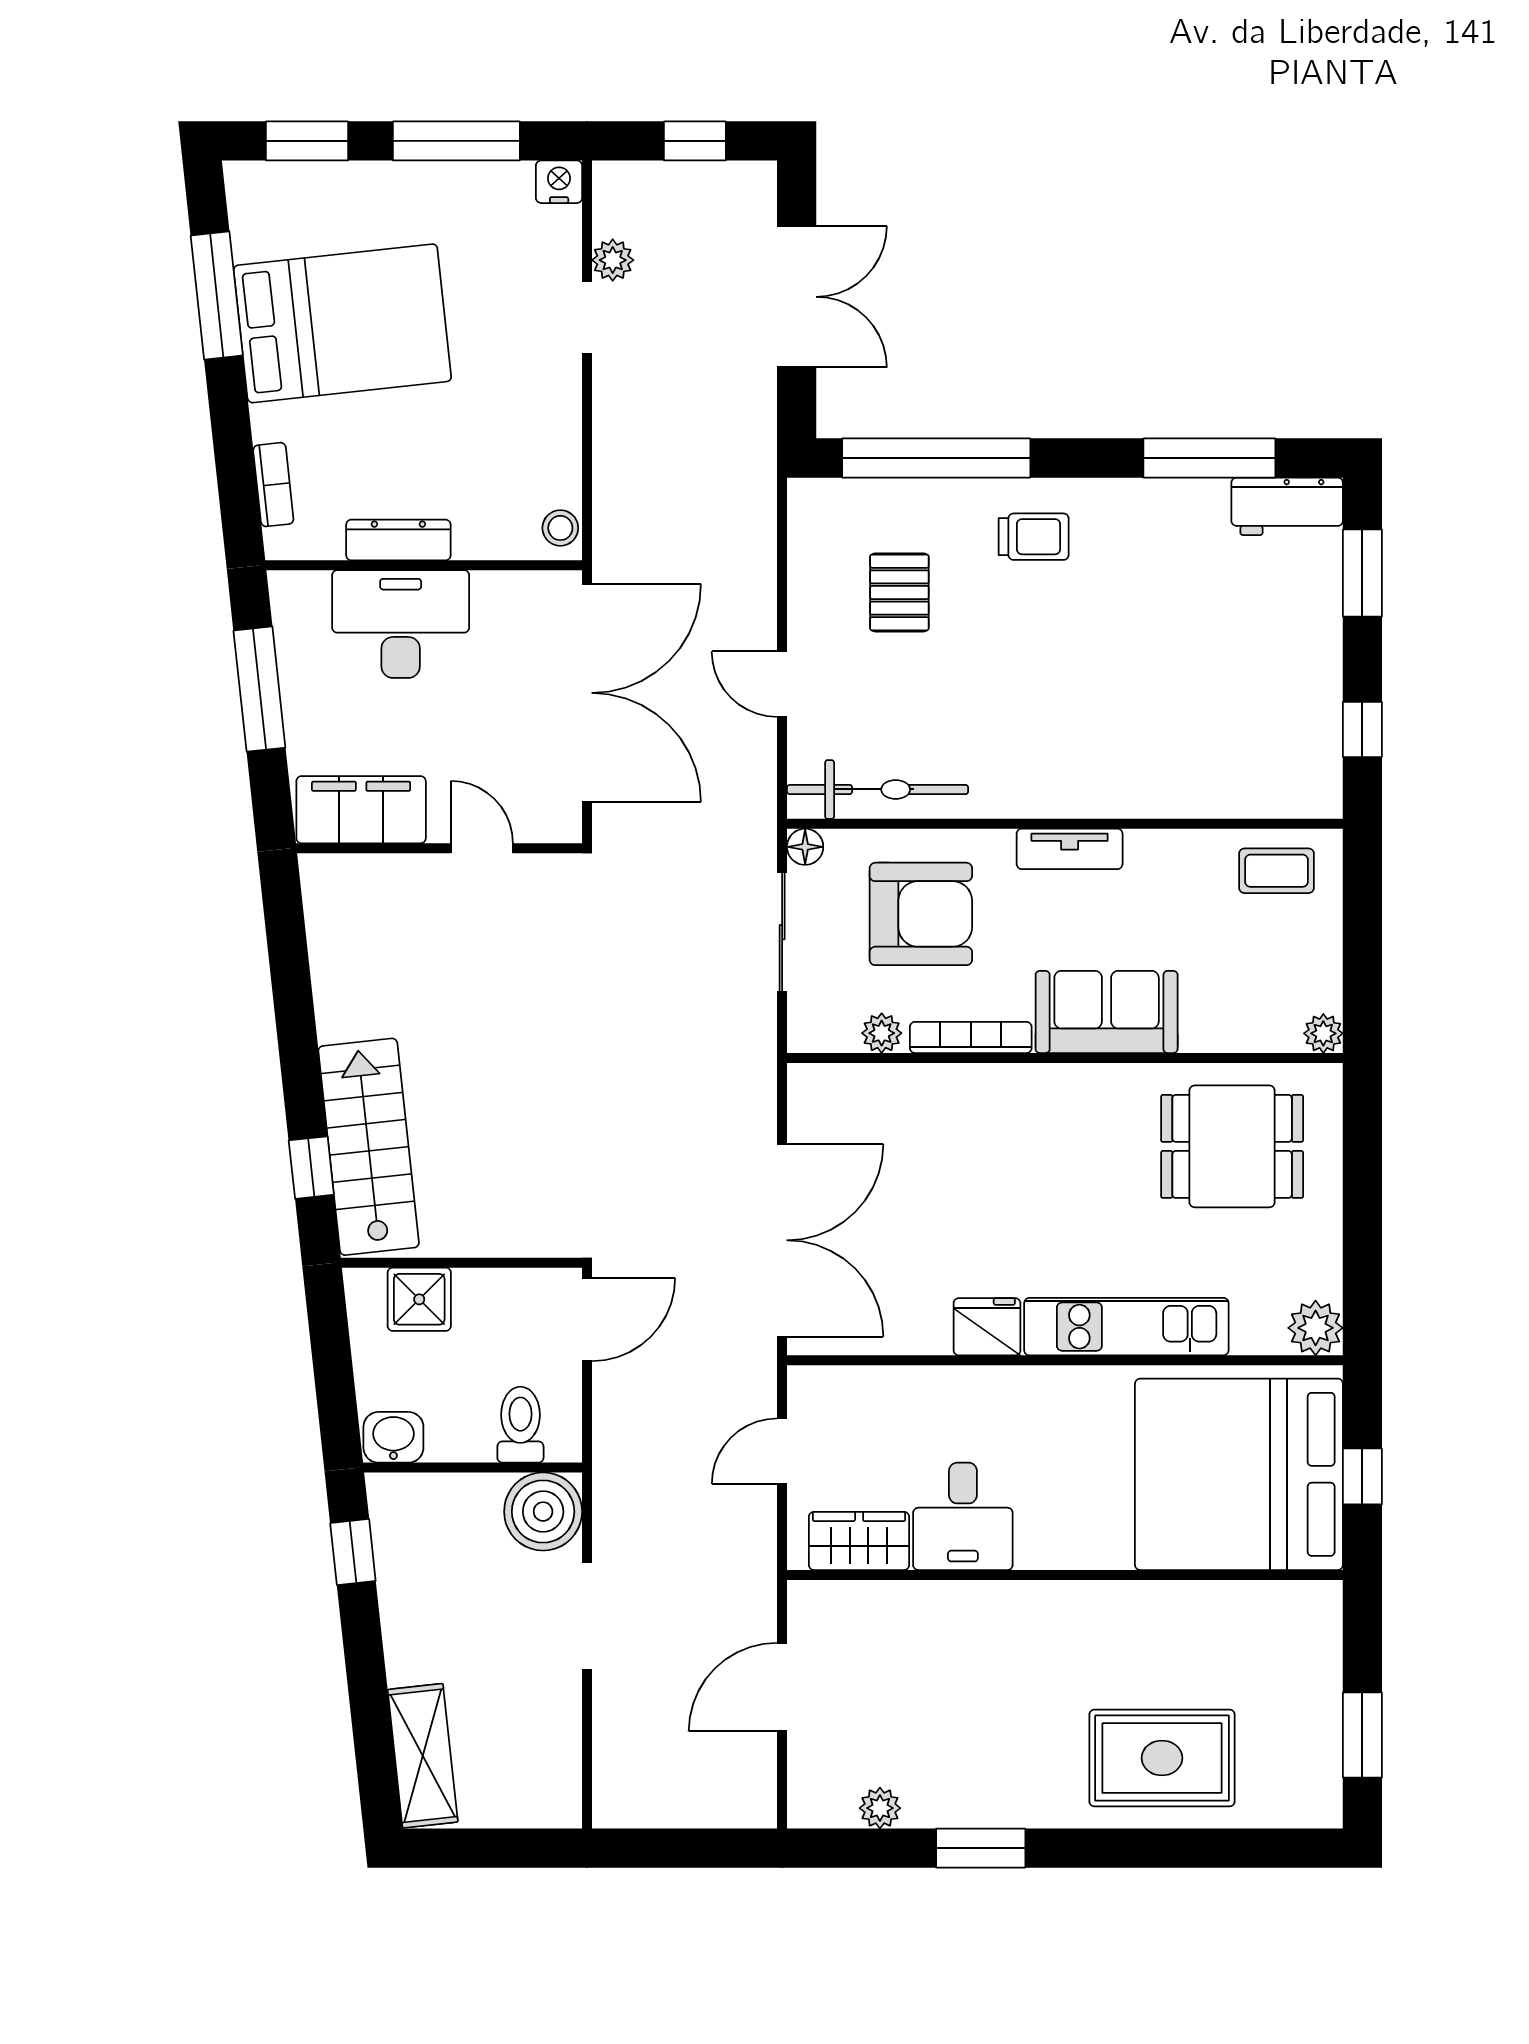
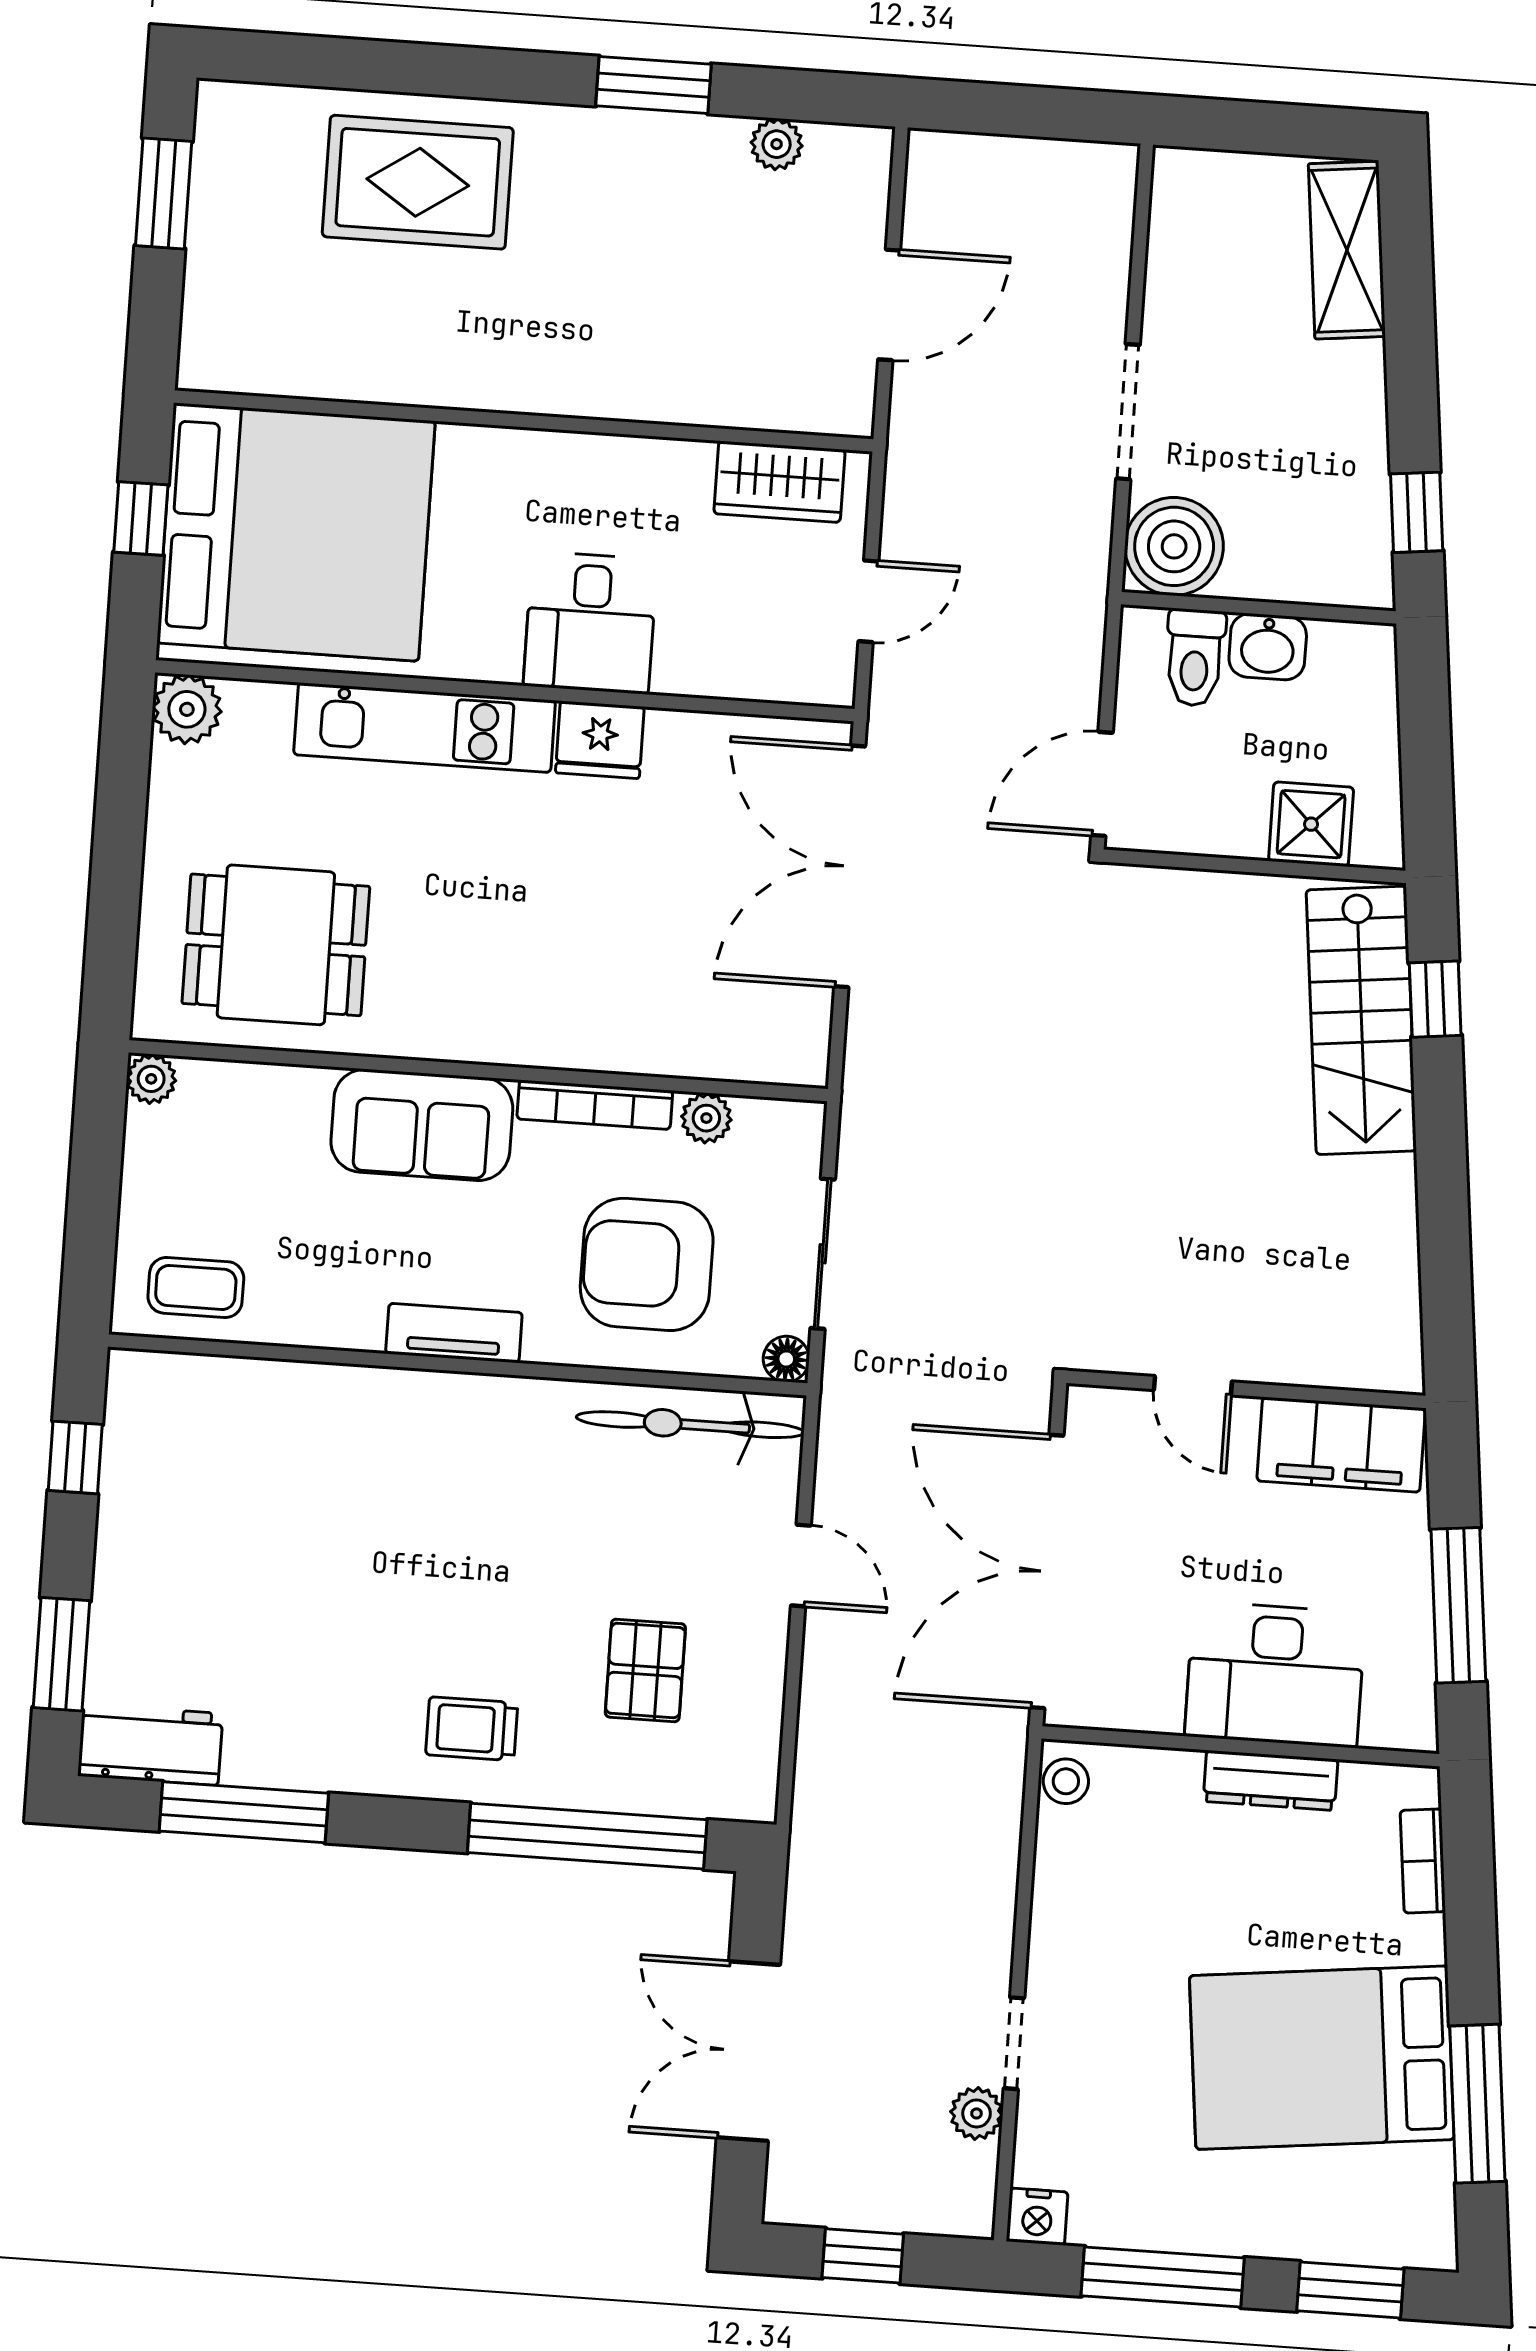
washbasin: (393, 1437) -> (1268, 647), moved
desk: (963, 1516) -> (590, 623), moved, turned 180

